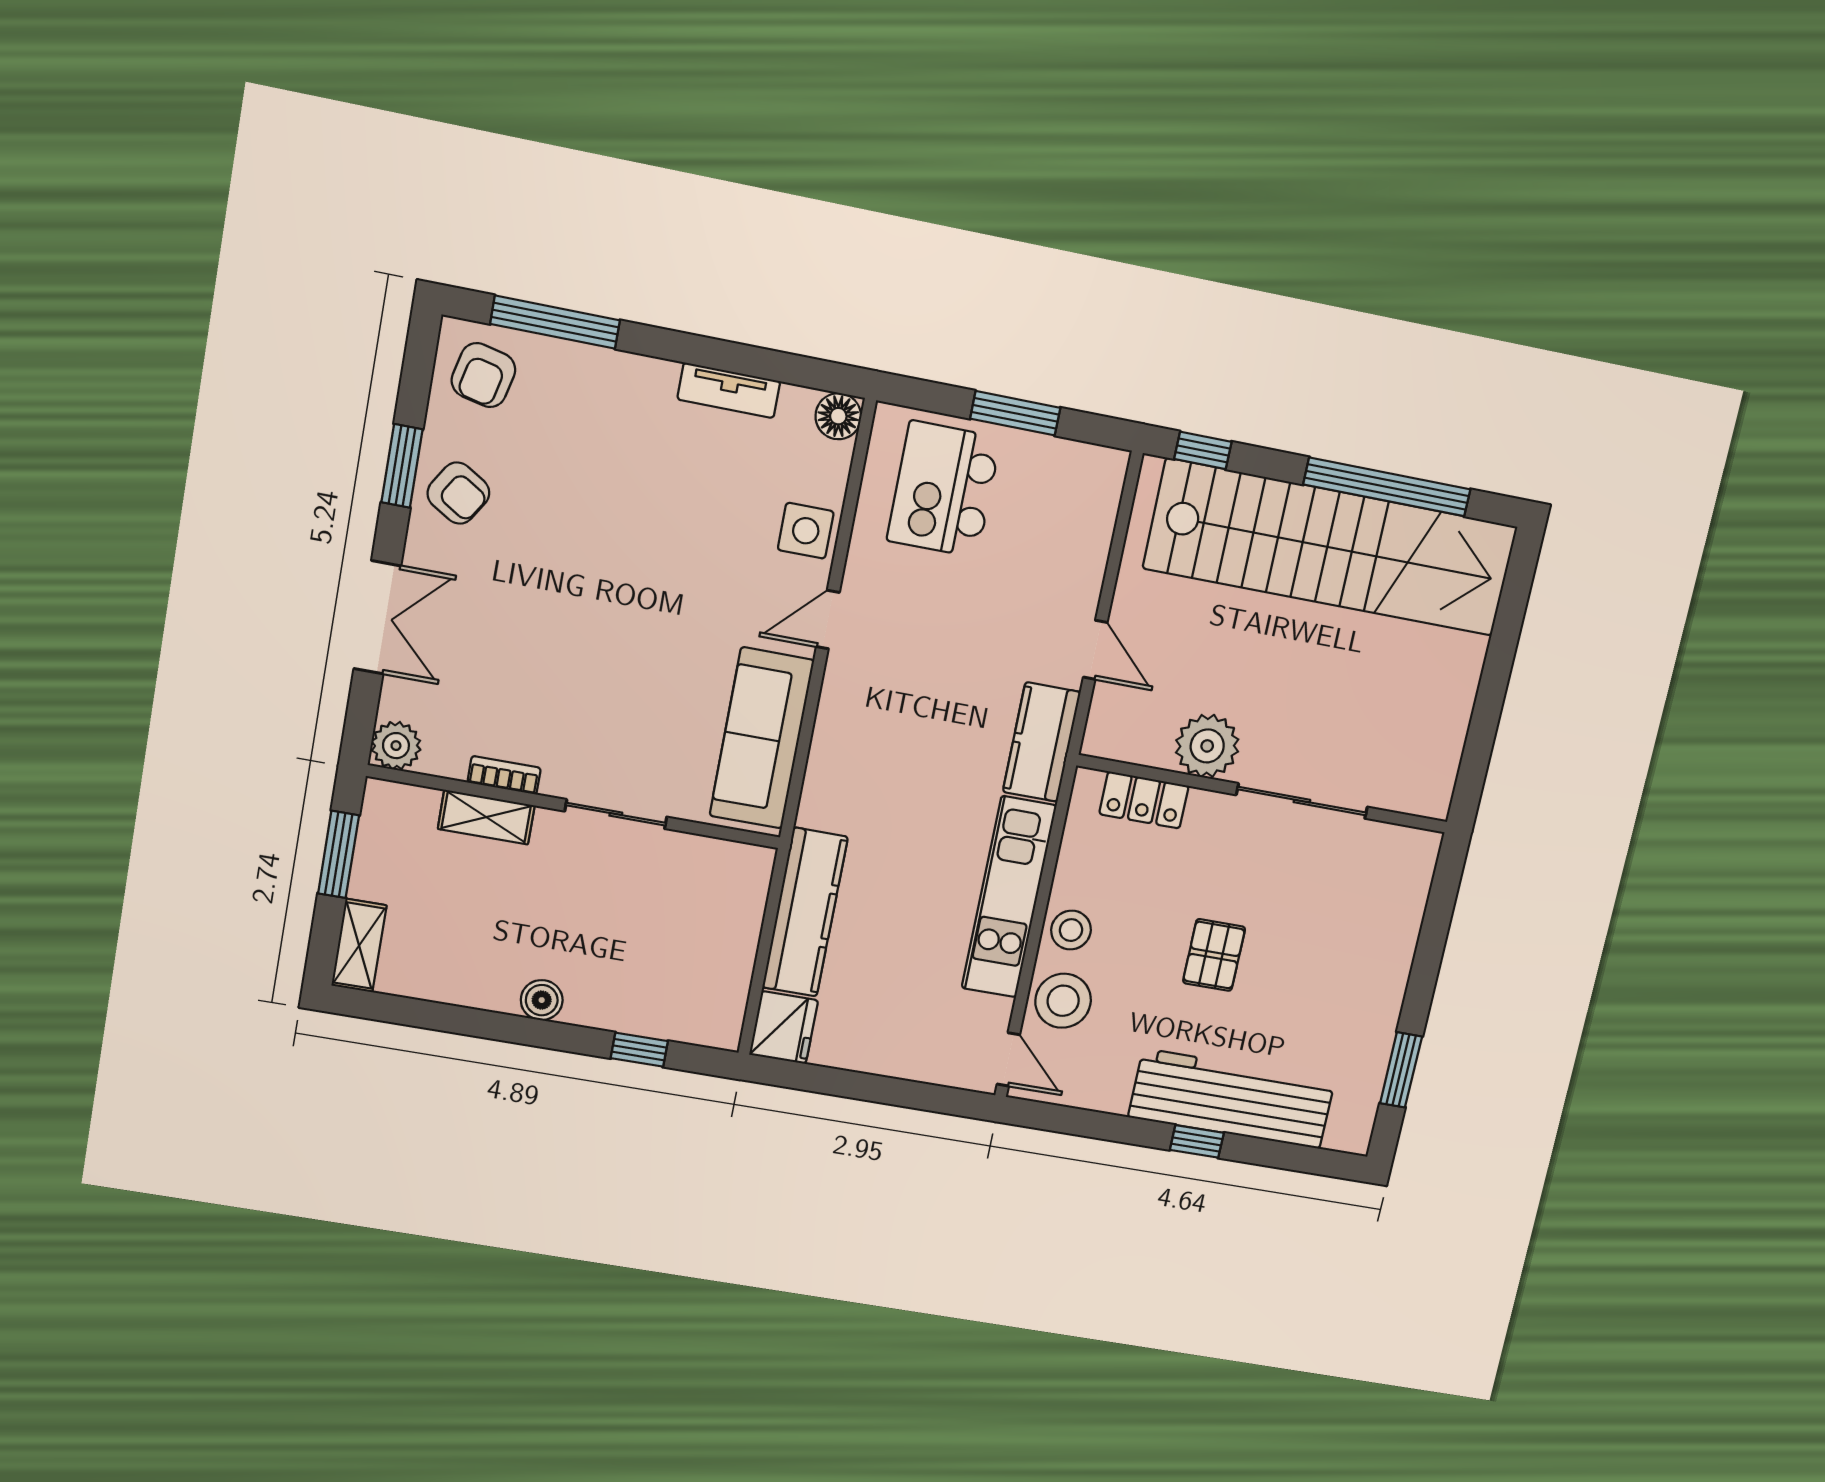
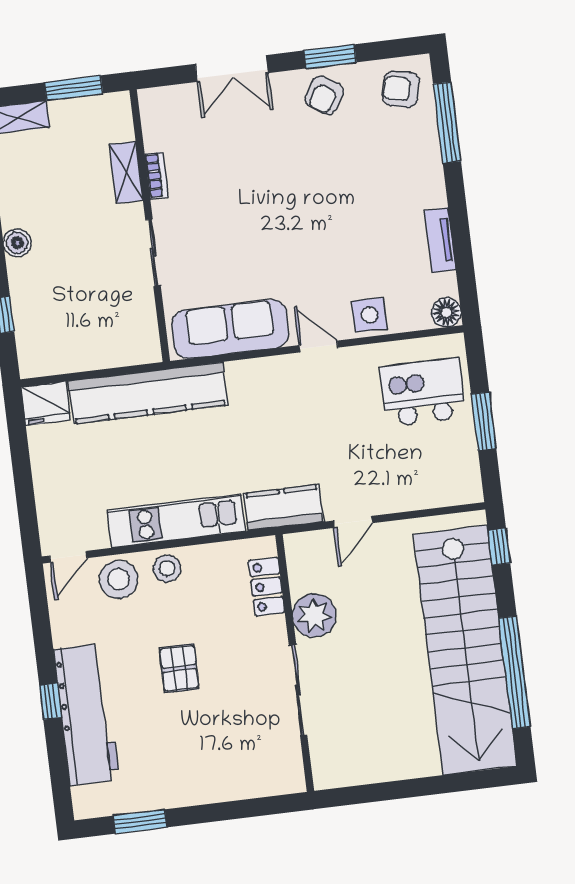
plant: (396, 746) -> (154, 103), removed
kitchen counter: (805, 912) -> (148, 393), width x1.39, depth x1.17
pallet: (1214, 955) -> (179, 668), turned 90

